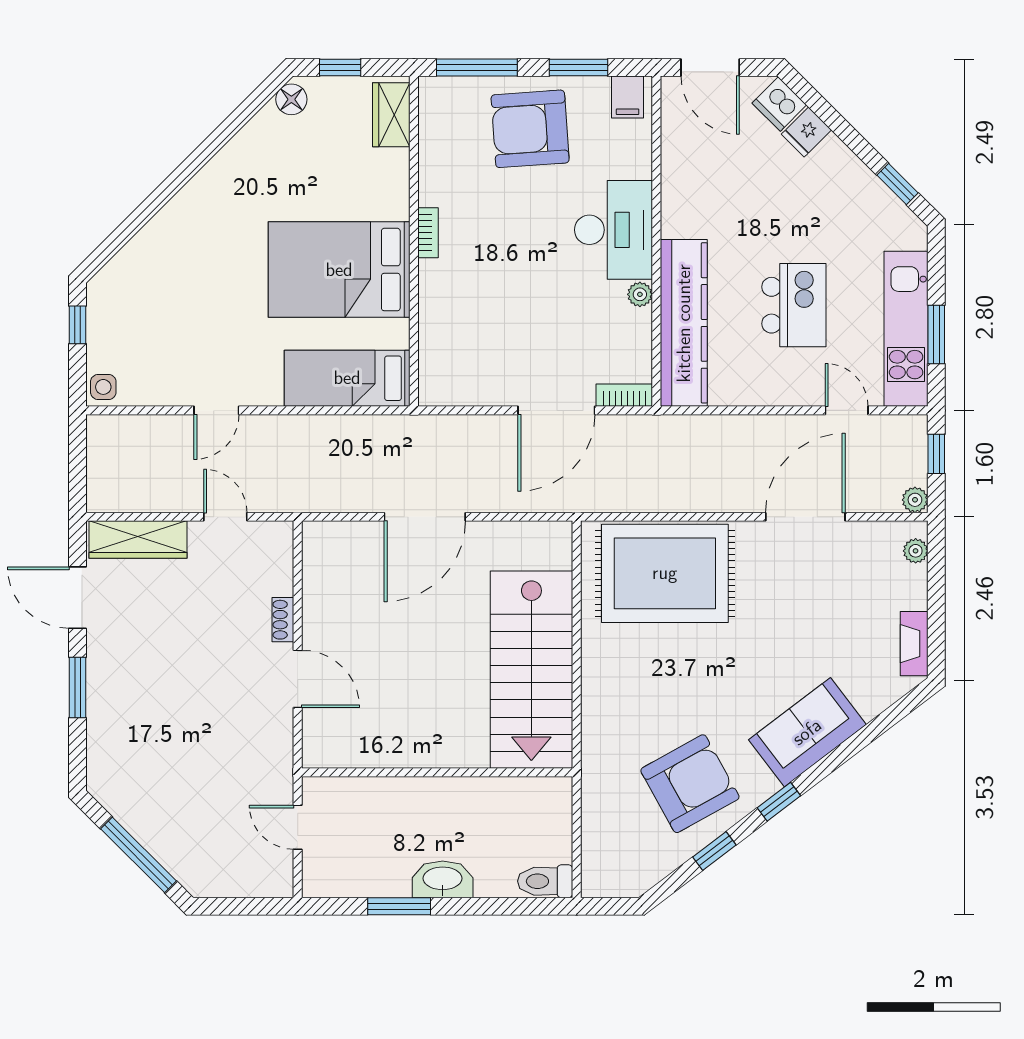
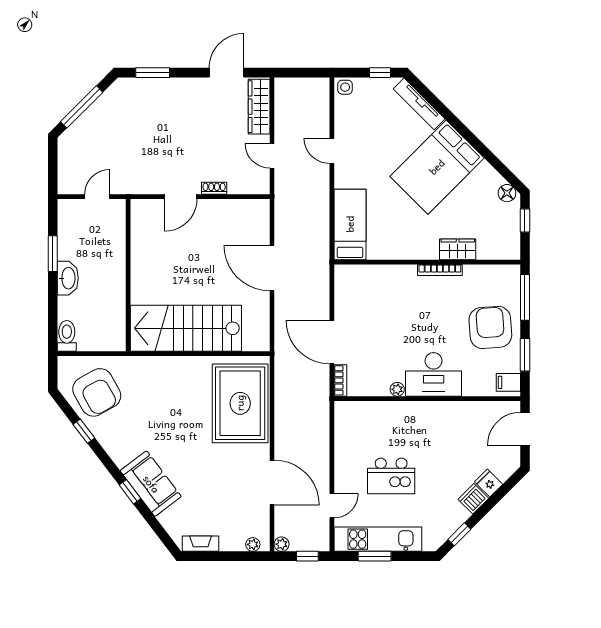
dishwasher: (779, 104) -> (473, 499), moved
wardrobe: (391, 115) -> (458, 249), moved
bookcase: (428, 233) -> (440, 270), width x1.56
tv unit: (133, 255) -> (419, 104), added
bed: (339, 270) -> (437, 167), moved, turned -135
kitchen counter: (684, 323) -> (381, 414), removed
door: (225, 517) -> (272, 156), swing flipped
window: (78, 687) -> (153, 73), moved
armchair: (690, 784) -> (97, 392), moved
window: (779, 802) -> (130, 492), moved

